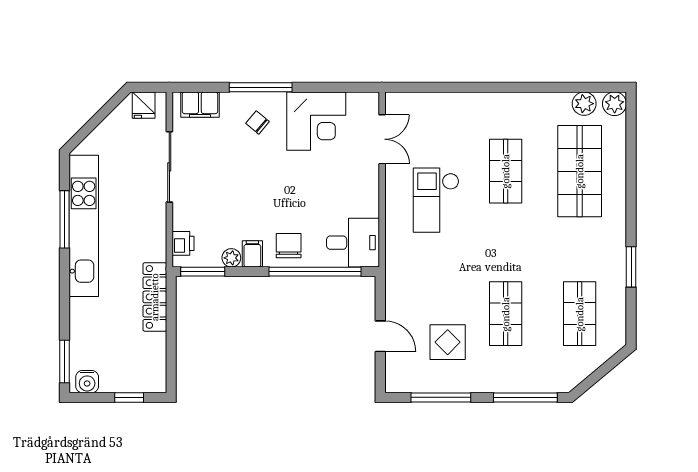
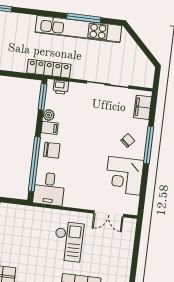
fridge: (144, 105) -> (146, 74), removed
checkout: (436, 200) -> (68, 242), turned 90
locker: (155, 297) -> (49, 69), moved

